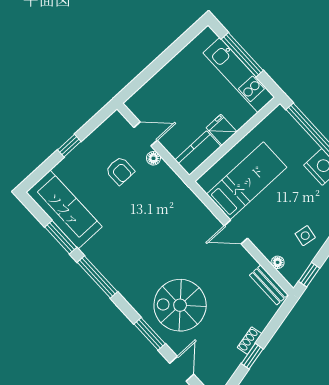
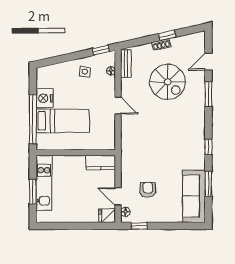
window: (242, 55) -> (33, 192), width x0.69
fridge: (222, 130) -> (107, 216), moved, turned 90
window: (69, 146) -> (139, 226), moved
floor lamp: (153, 158) -> (125, 212), moved
bed: (247, 181) -> (63, 121), moved, turned 180
window: (97, 277) -> (208, 147), width x0.46
spiral stairs: (180, 305) -> (168, 82), moved

